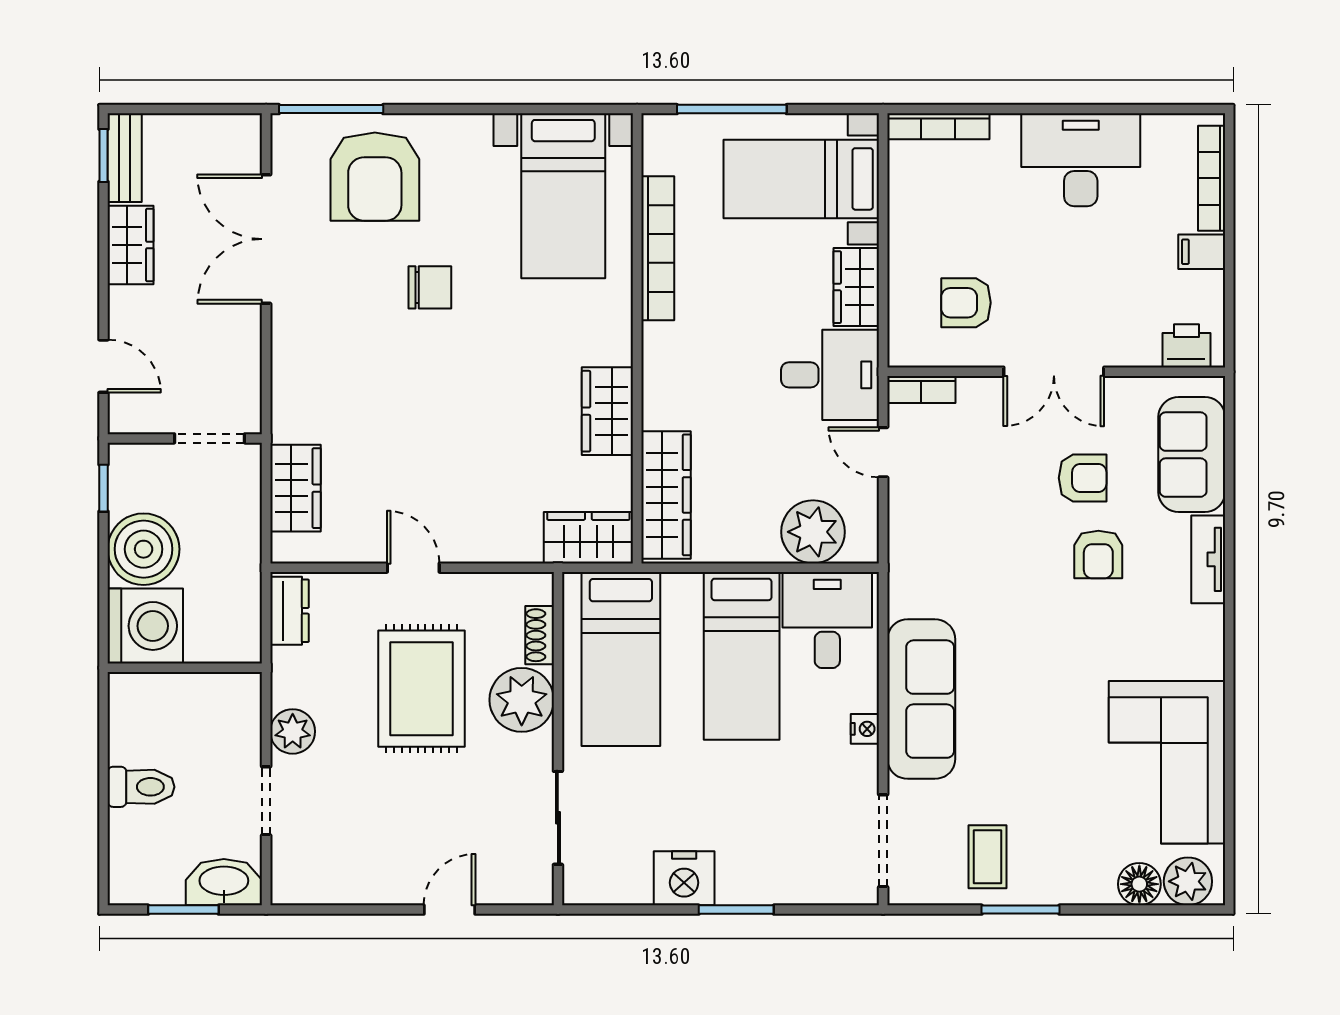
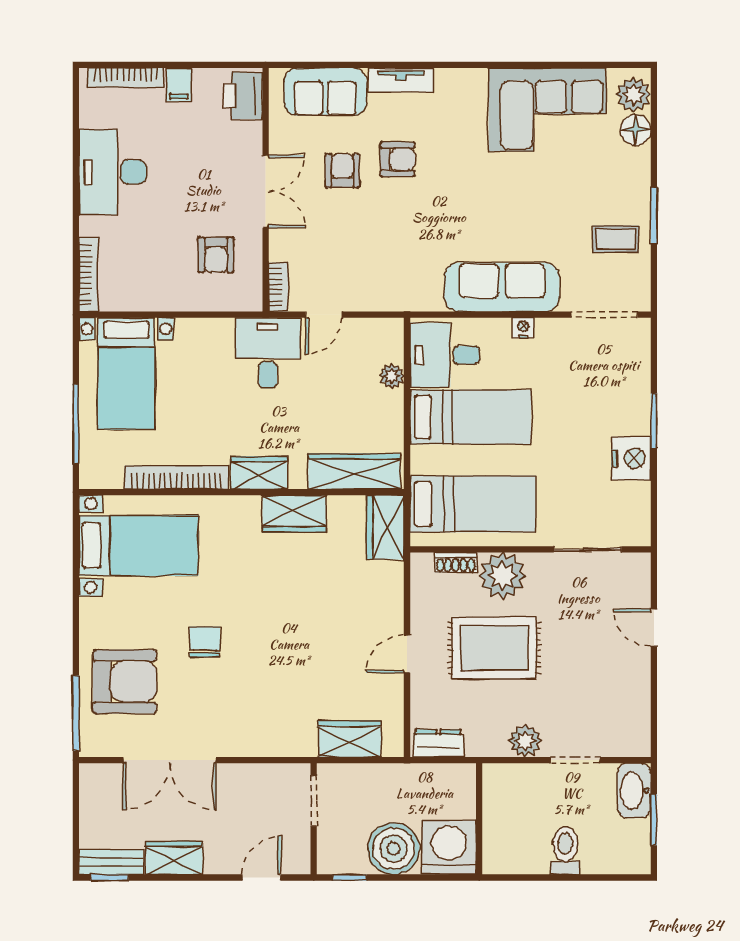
wardrobe: (856, 287) -> (259, 473), moved, turned 180
printer: (1186, 346) -> (243, 96), width x1.36, depth x1.24
plant: (813, 532) -> (392, 376), width x0.53, depth x0.53

